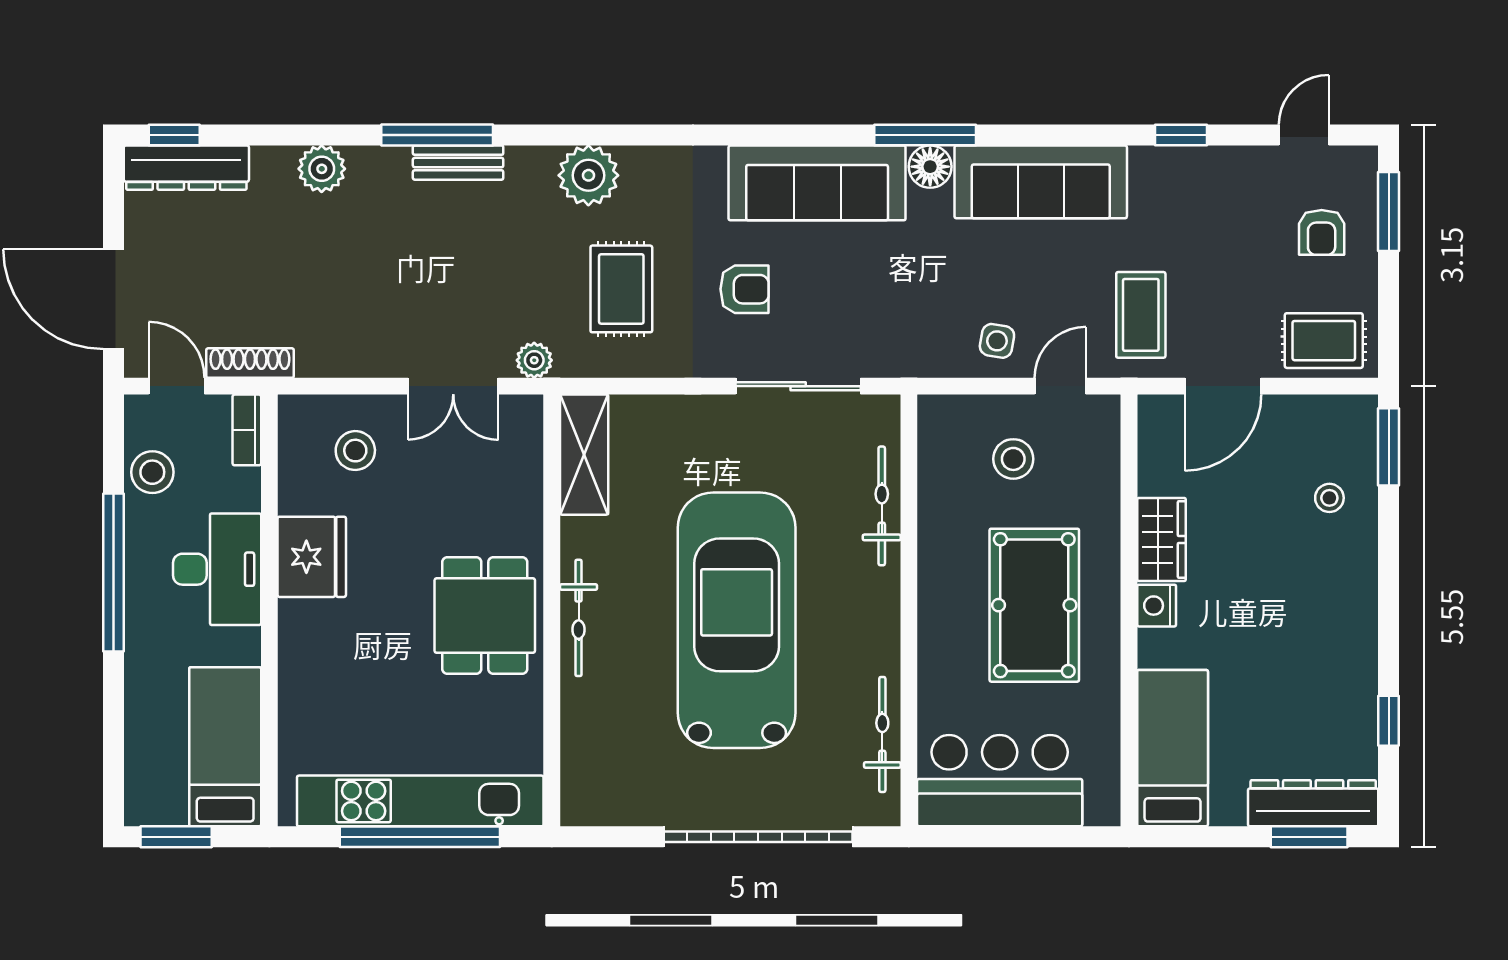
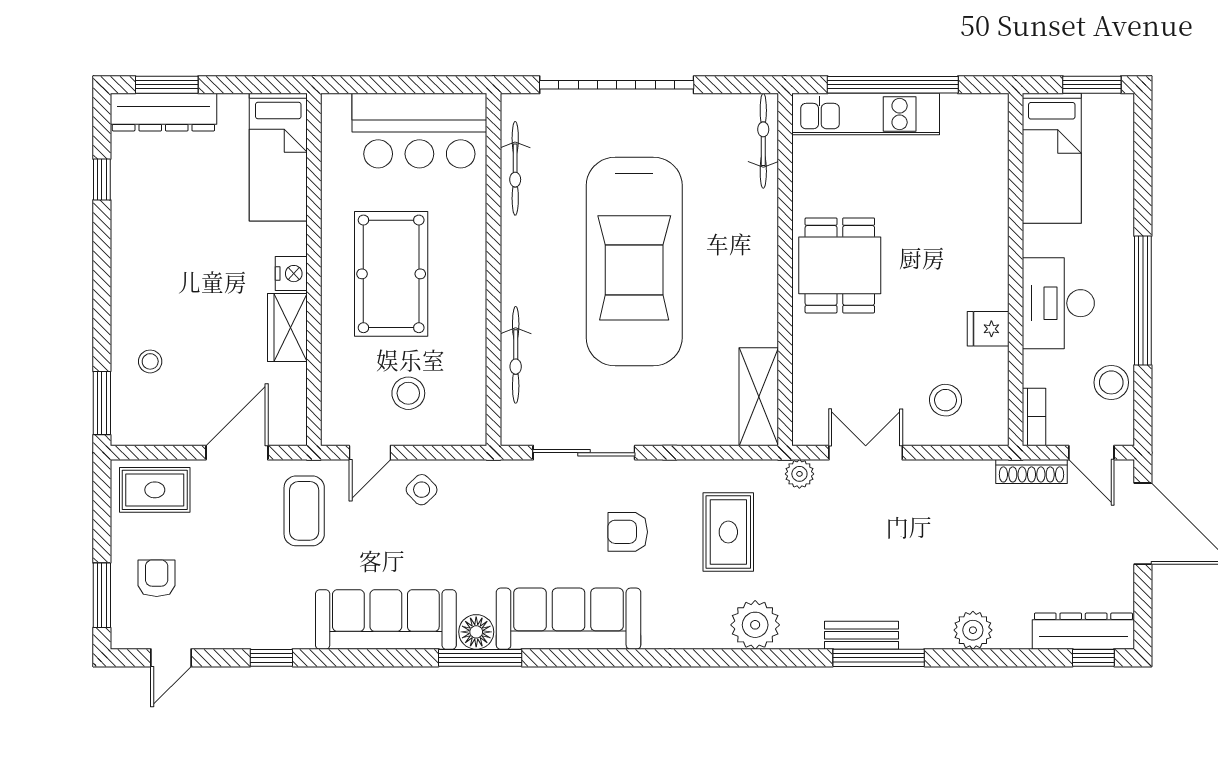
side table: (997, 341) -> (422, 490), turned 36
fridge: (312, 557) -> (988, 329), width x0.53, depth x0.75
bicycle: (579, 618) -> (763, 141), moved
kitchen unit: (420, 801) -> (866, 114), width x0.73

